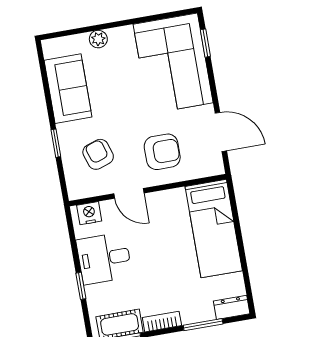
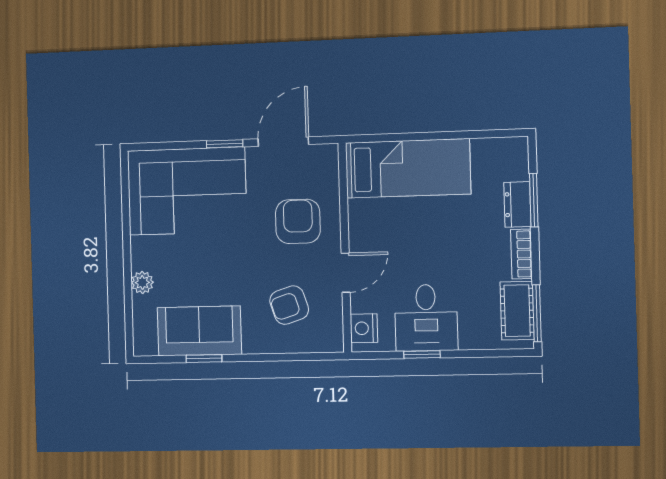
window: (205, 43) -> (225, 144), moved
window: (56, 143) -> (204, 359), moved
window: (81, 286) -> (422, 355), moved
dresser: (232, 307) -> (517, 204), moved

